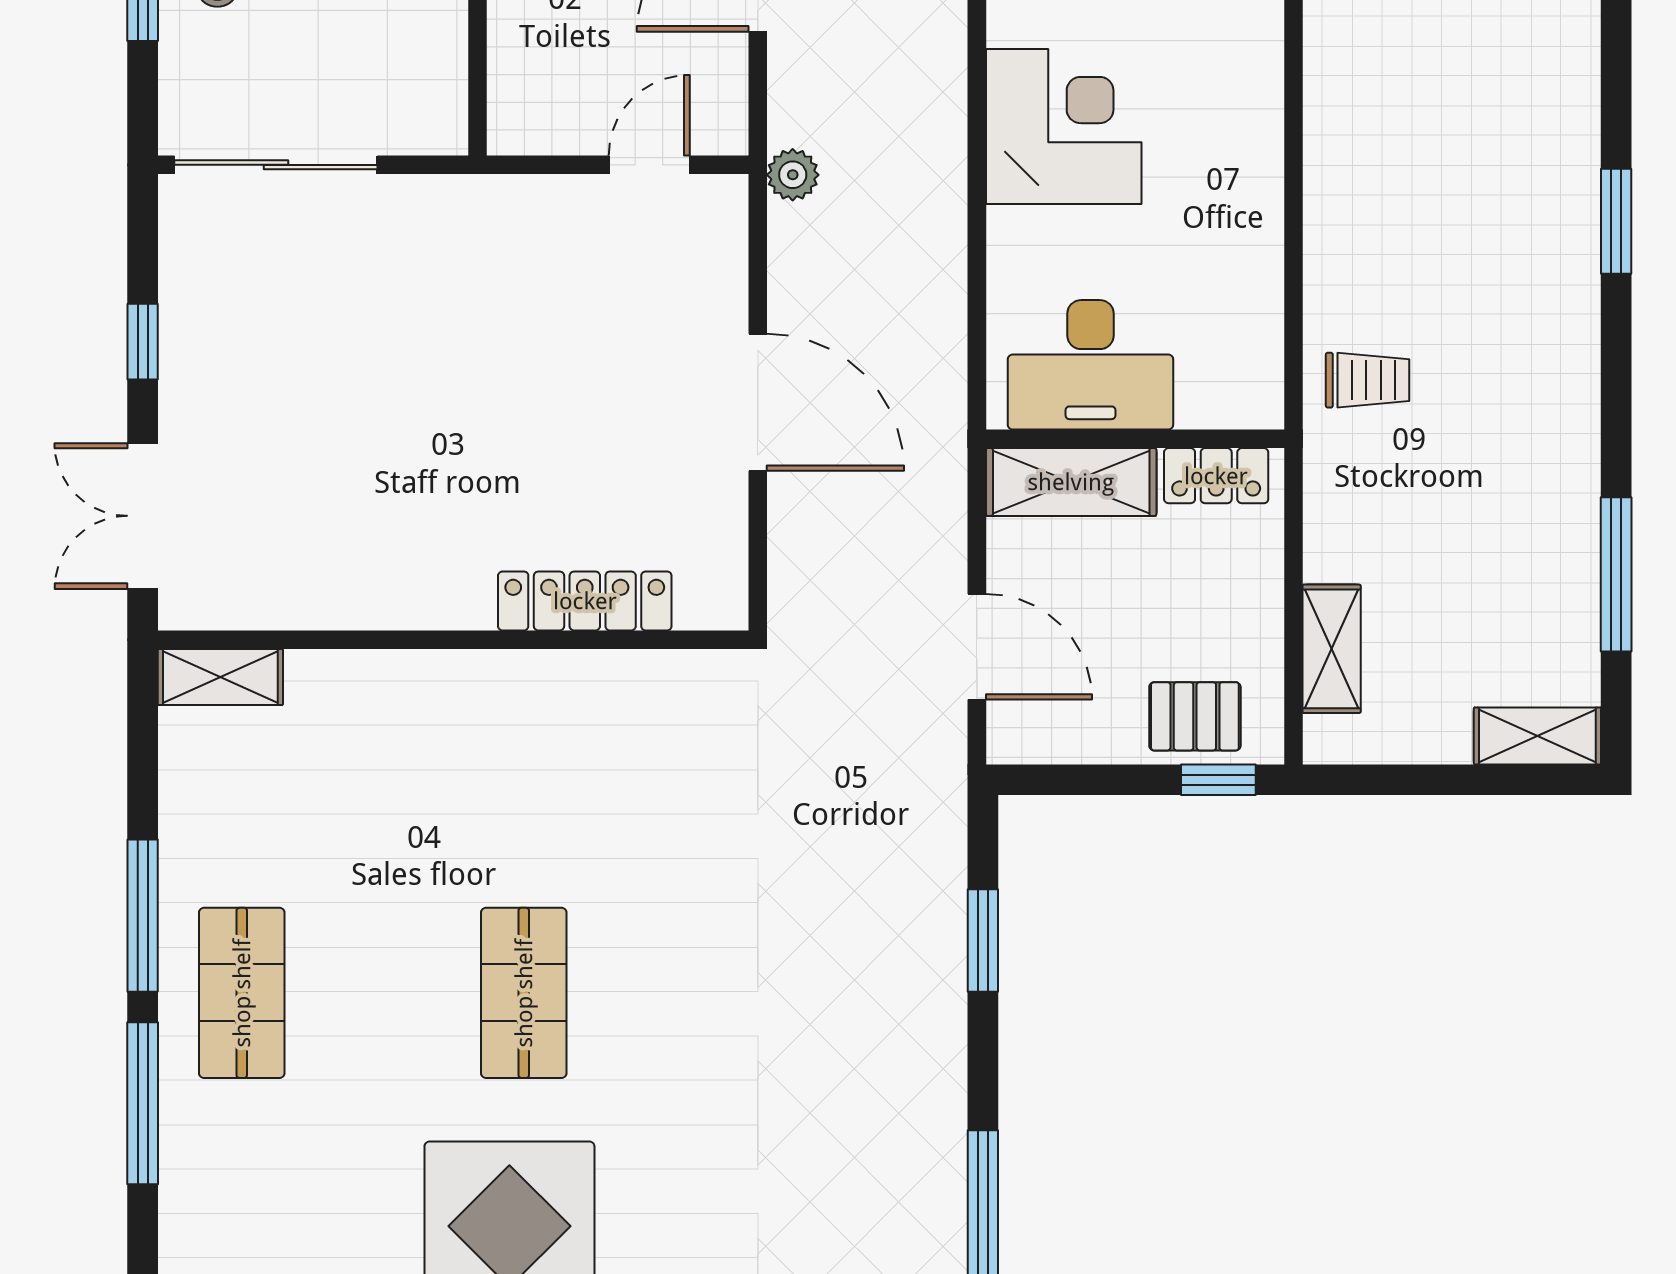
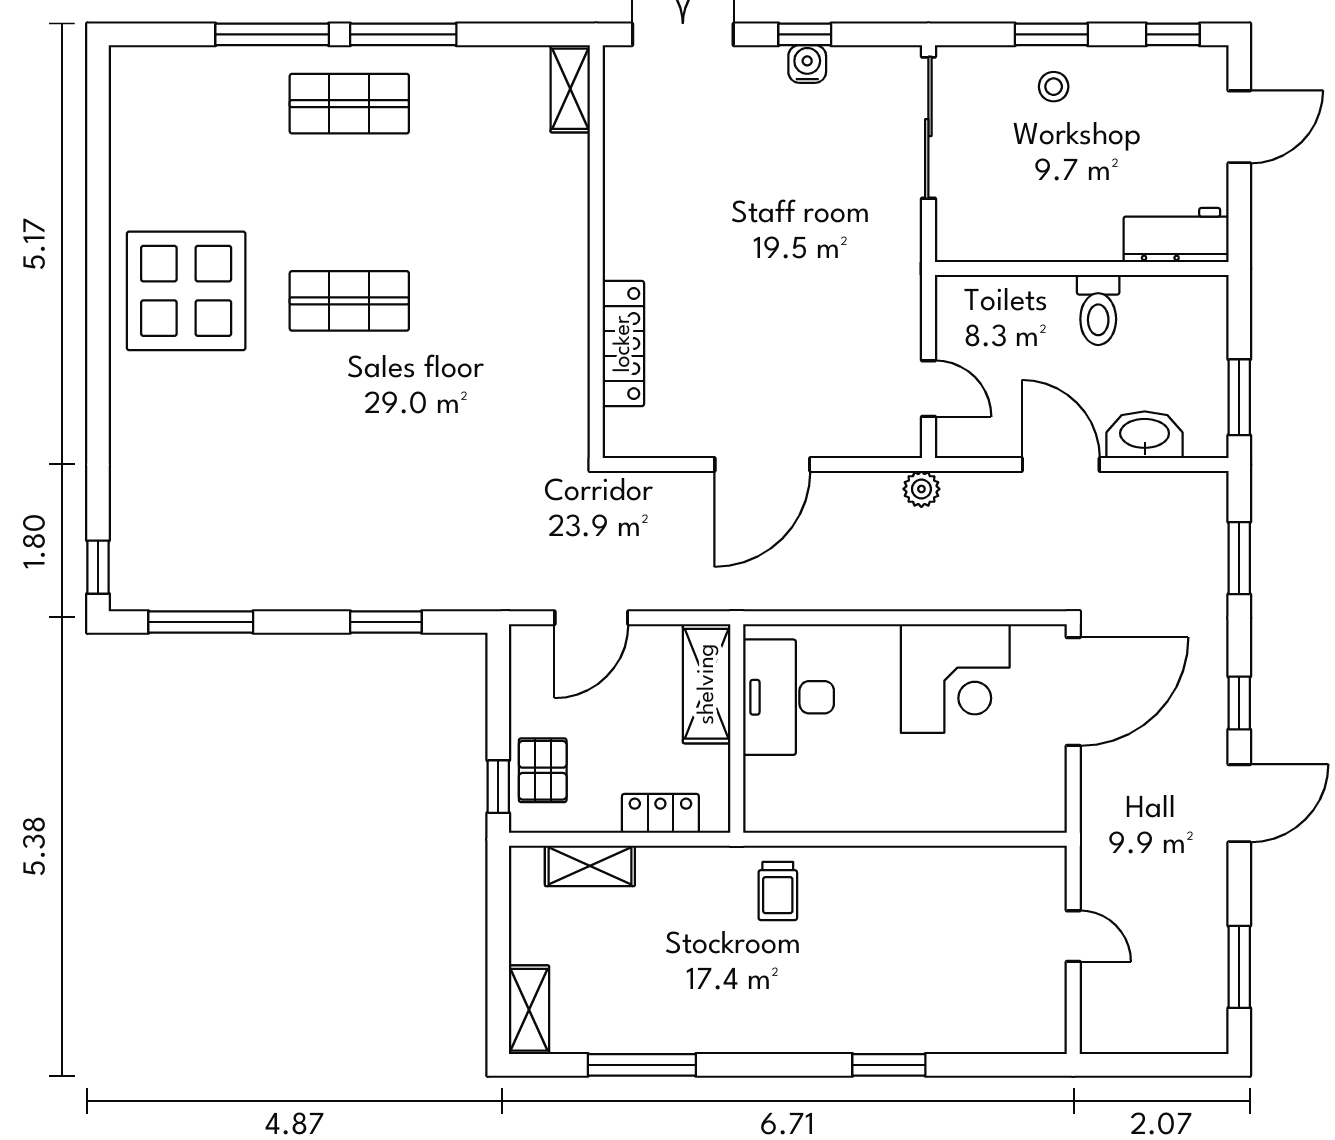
water cooler: (185, 338) -> (807, 64), added
locker: (1216, 476) -> (660, 813), moved, turned 90

